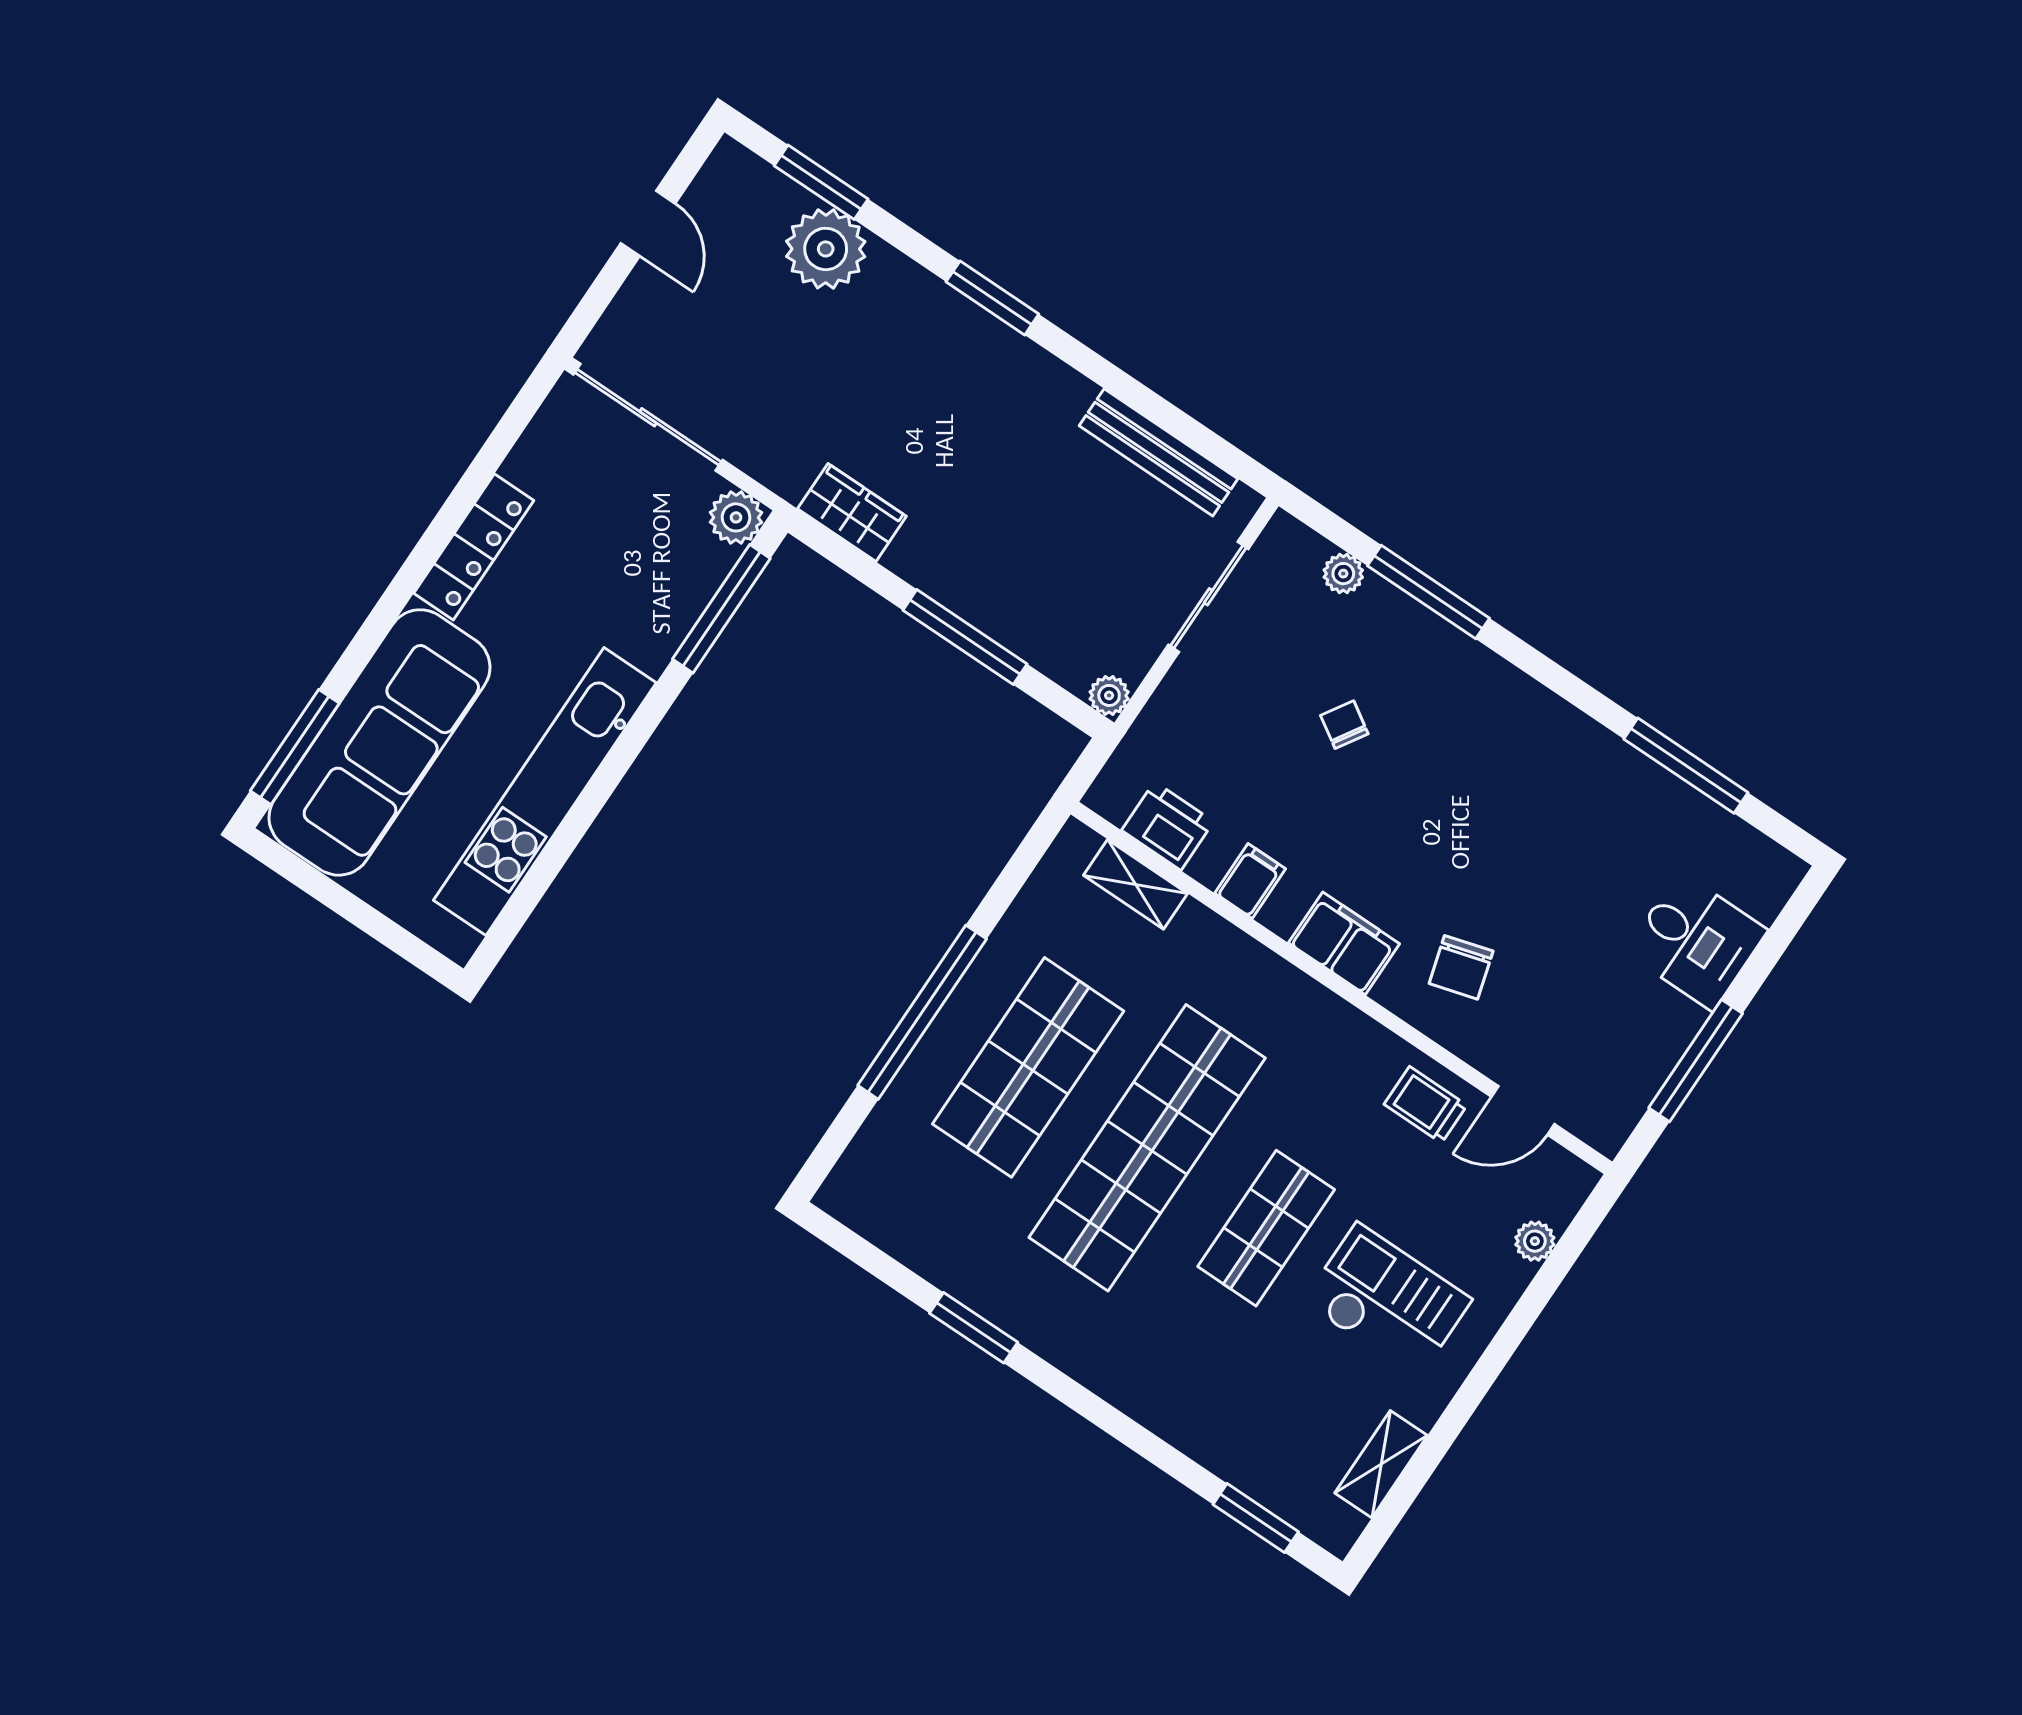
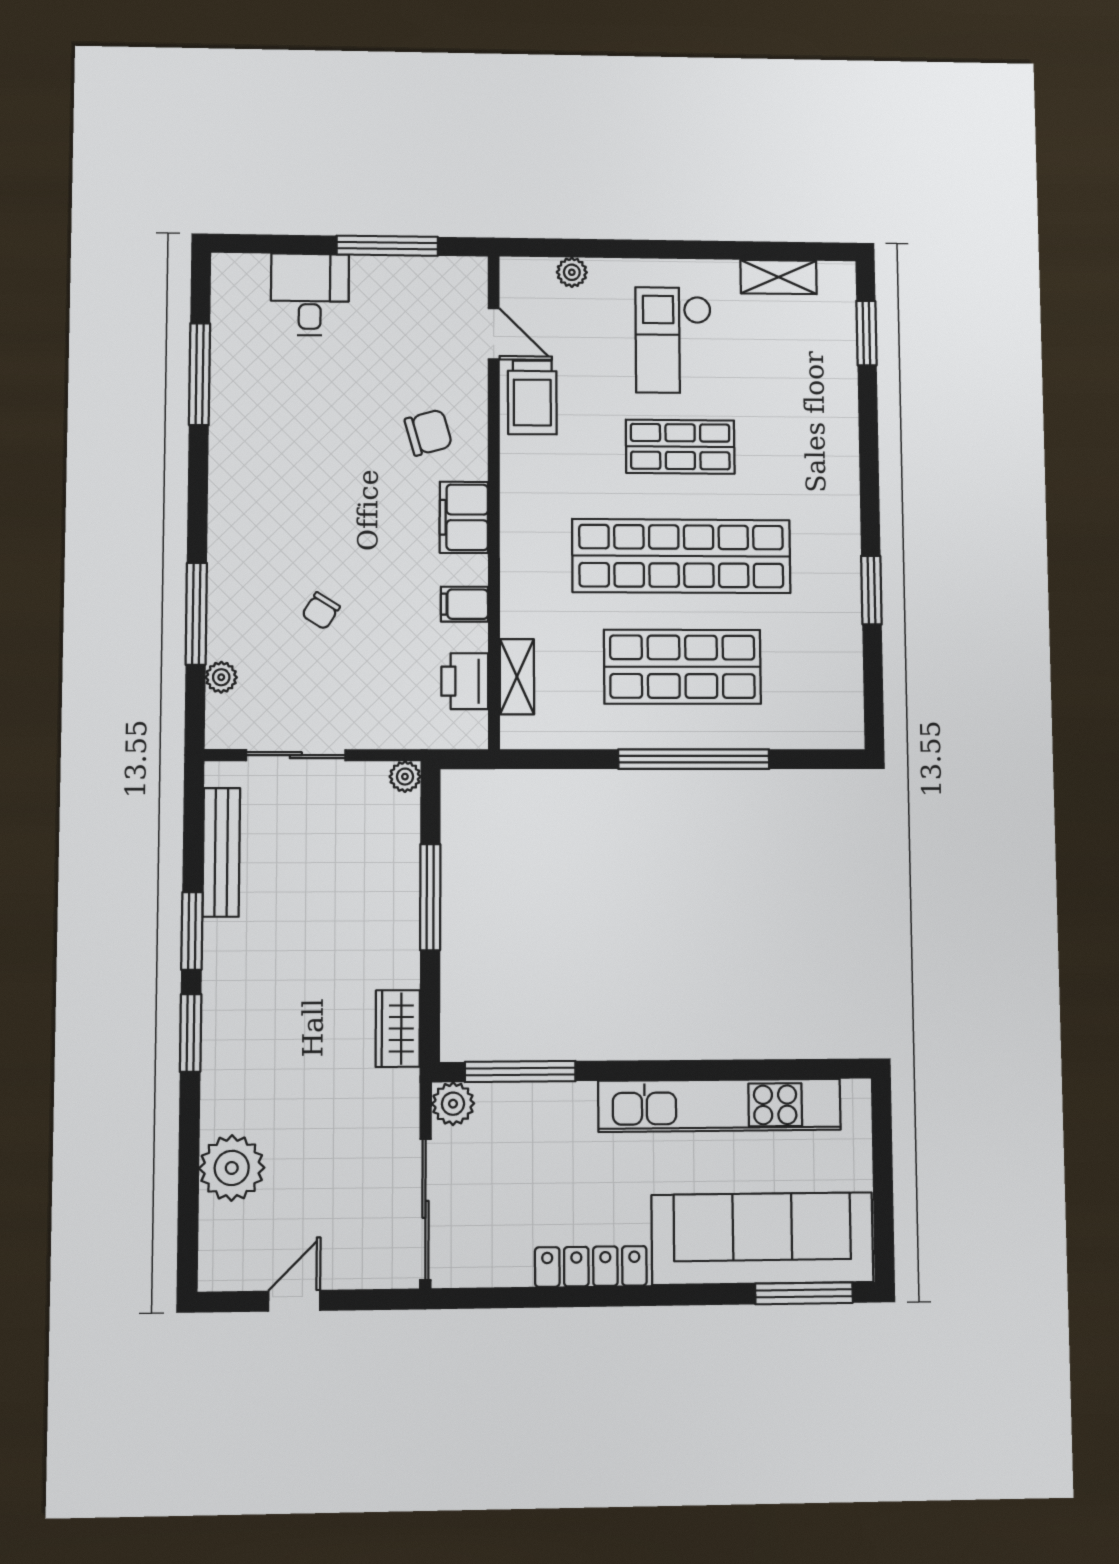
window: (821, 182) -> (192, 931), moved
trolley: (1426, 1105) -> (532, 397), width x1.36, depth x1.39

